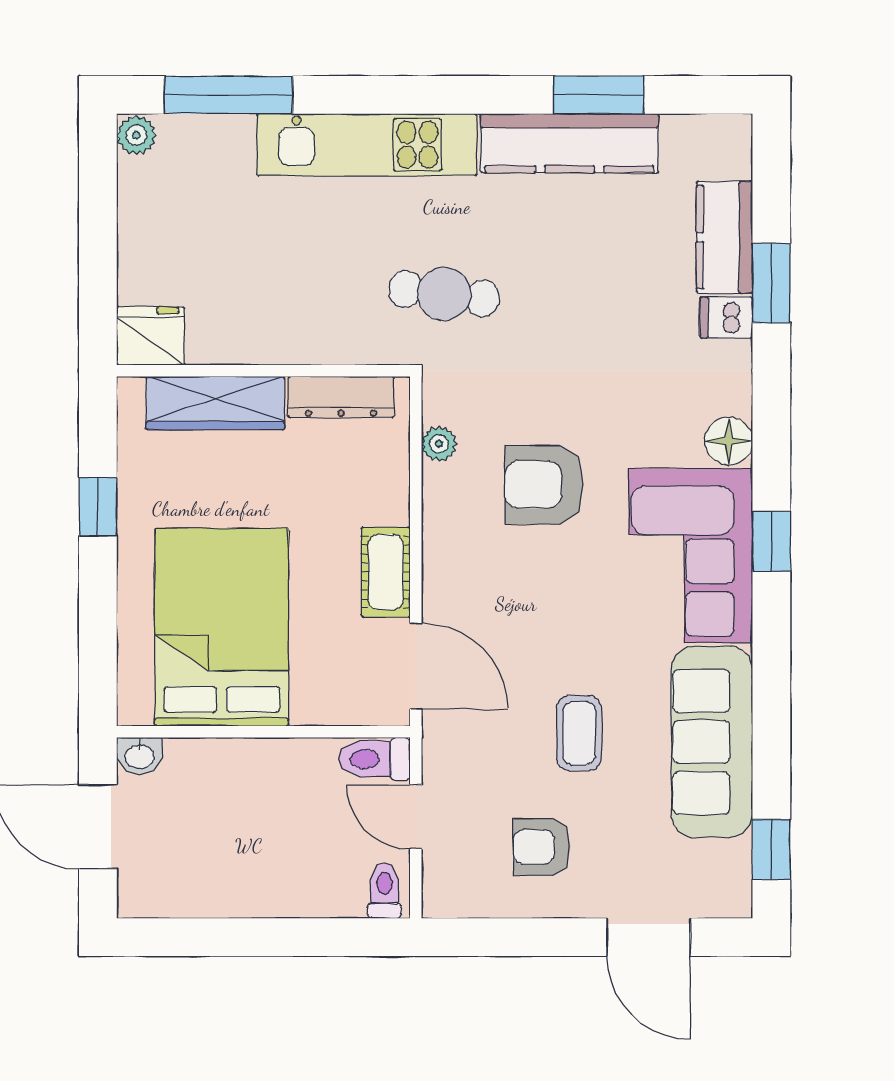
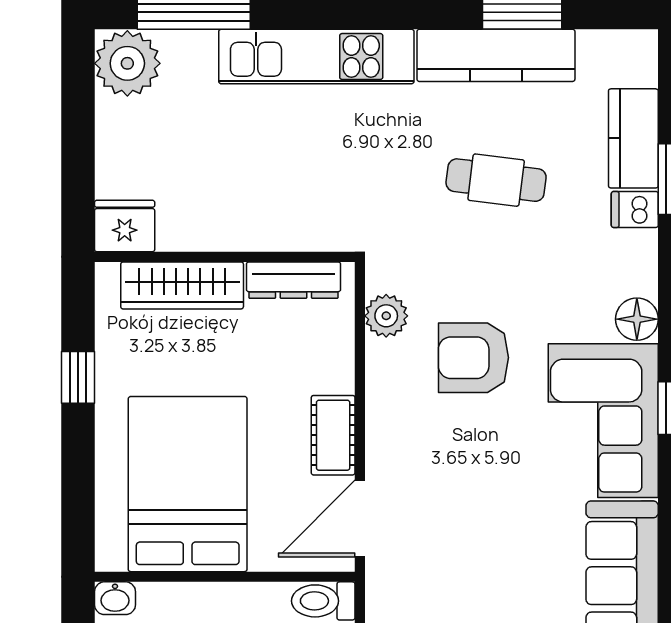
plant: (136, 135) -> (127, 63), width x1.88, depth x1.88
cafe table: (444, 294) -> (496, 180), moved
plant: (439, 444) -> (386, 316), width x1.38, depth x1.38
door: (416, 666) -> (360, 518), swing flipped
coffee table: (579, 733) -> (504, 578), removed

